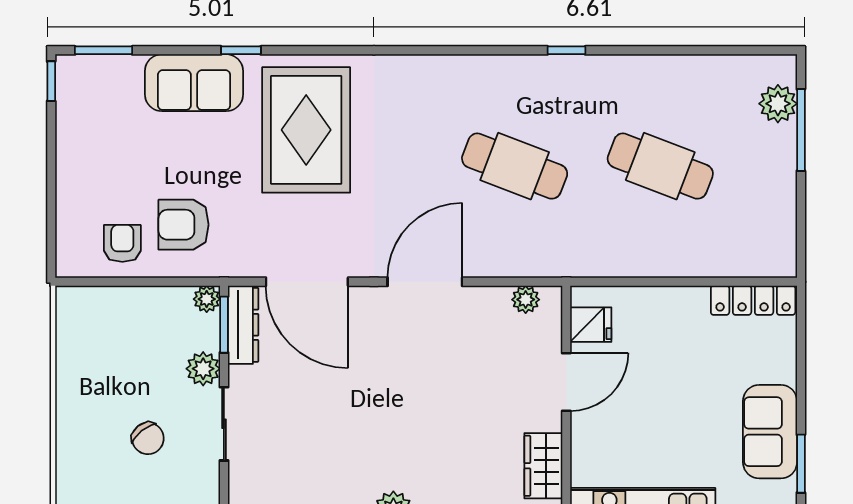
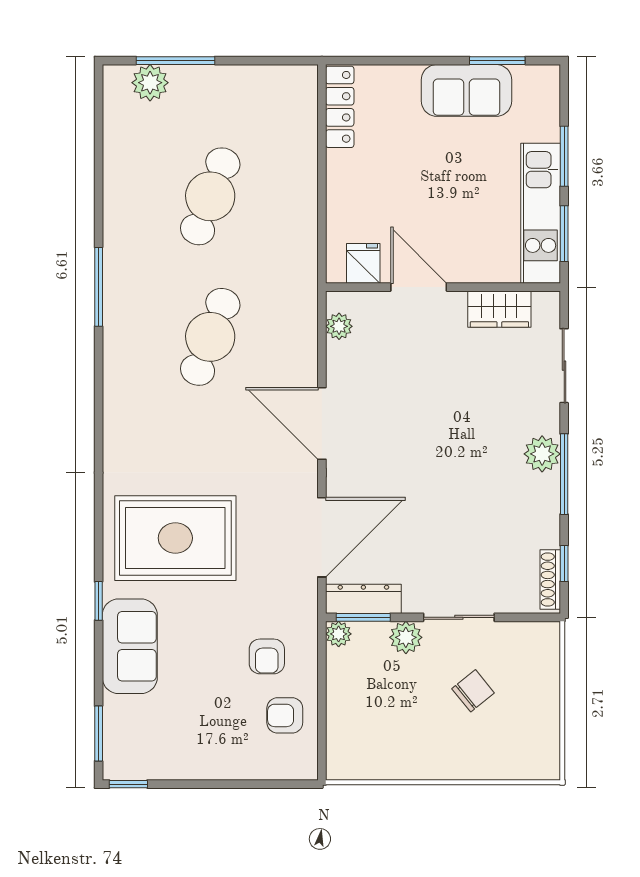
window: (566, 50) -> (99, 287), width x2.17
armchair: (183, 225) -> (267, 656), width x0.72, depth x0.72

